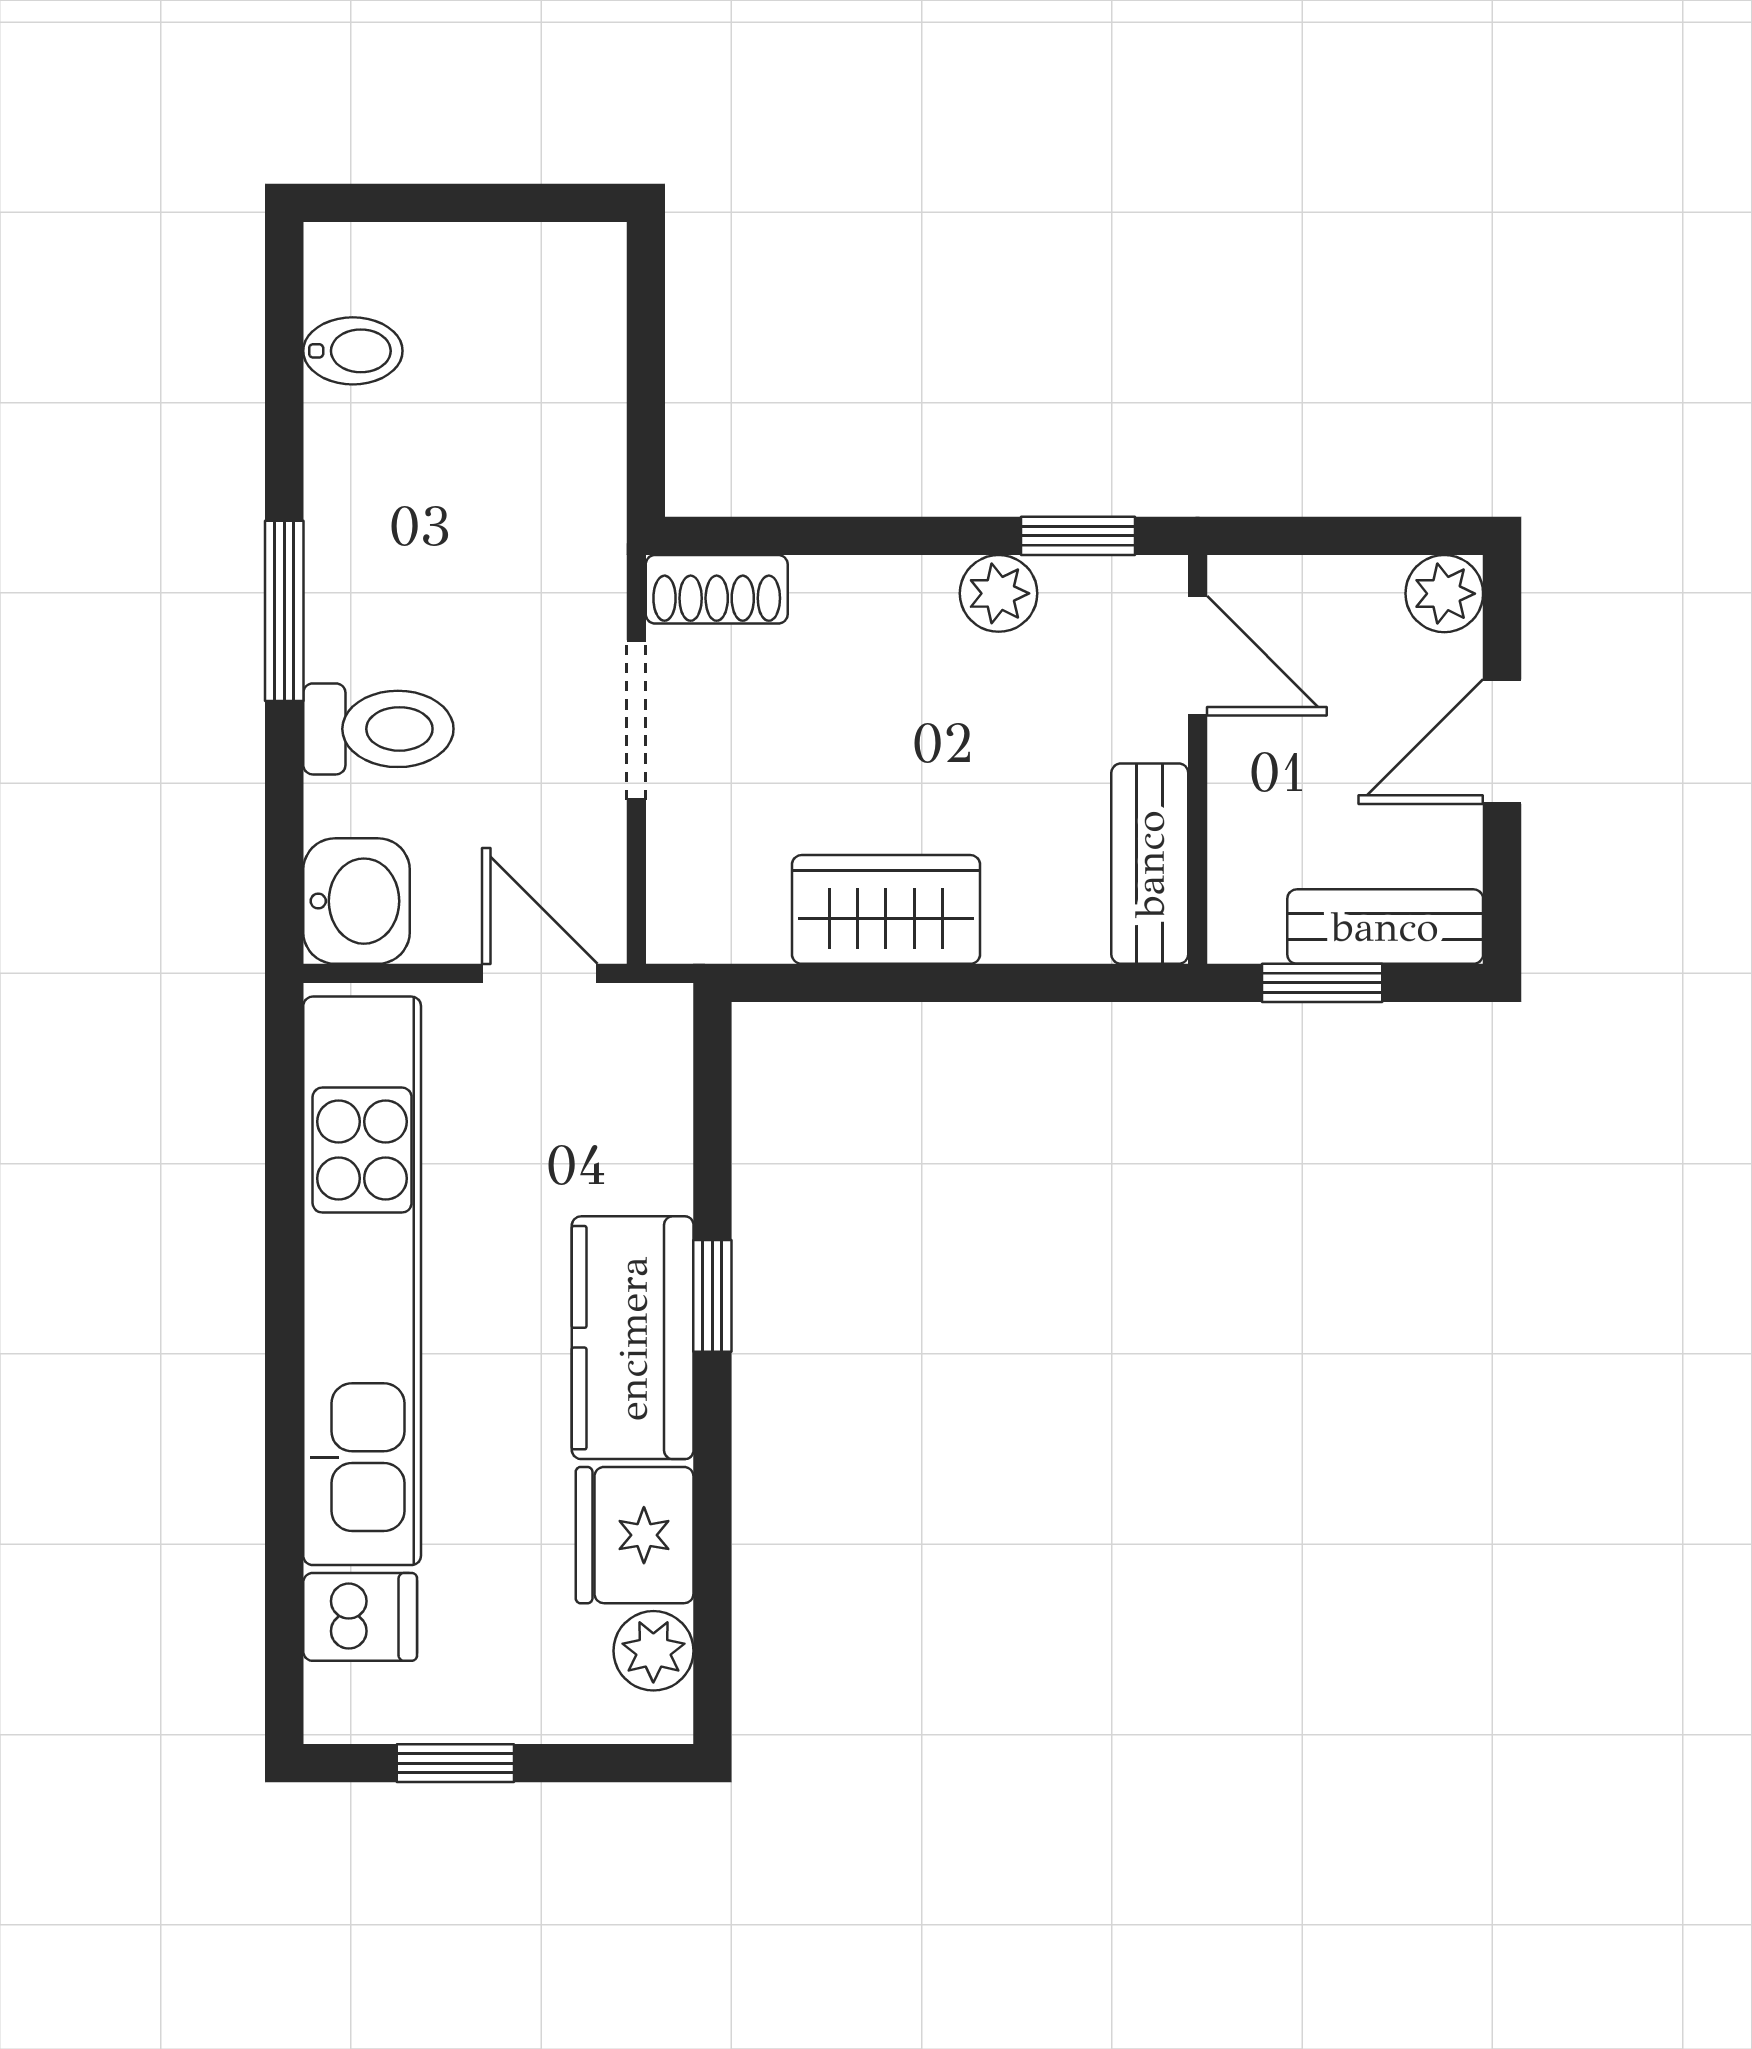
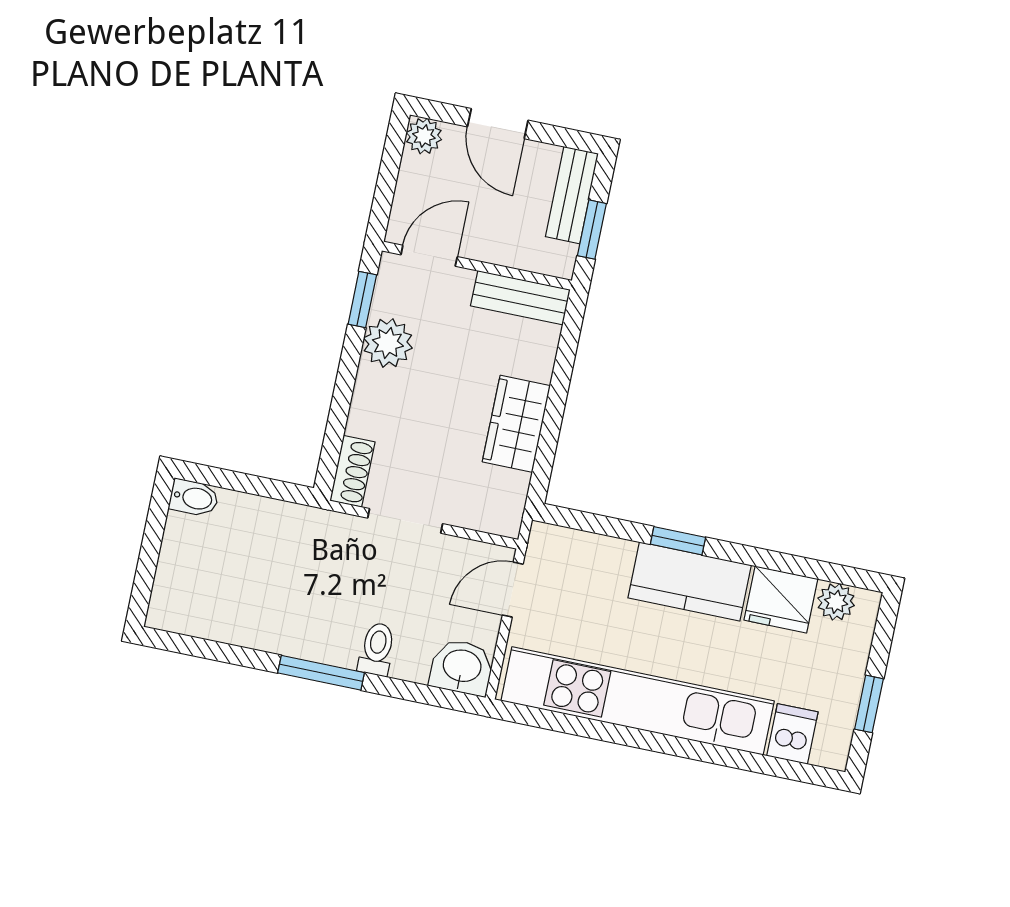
bidet: (353, 351) -> (194, 498), moved, turned 90
plant: (999, 593) -> (388, 343), width x1.38, depth x1.38
toilet: (378, 729) -> (377, 649), width x0.73, depth x0.72

